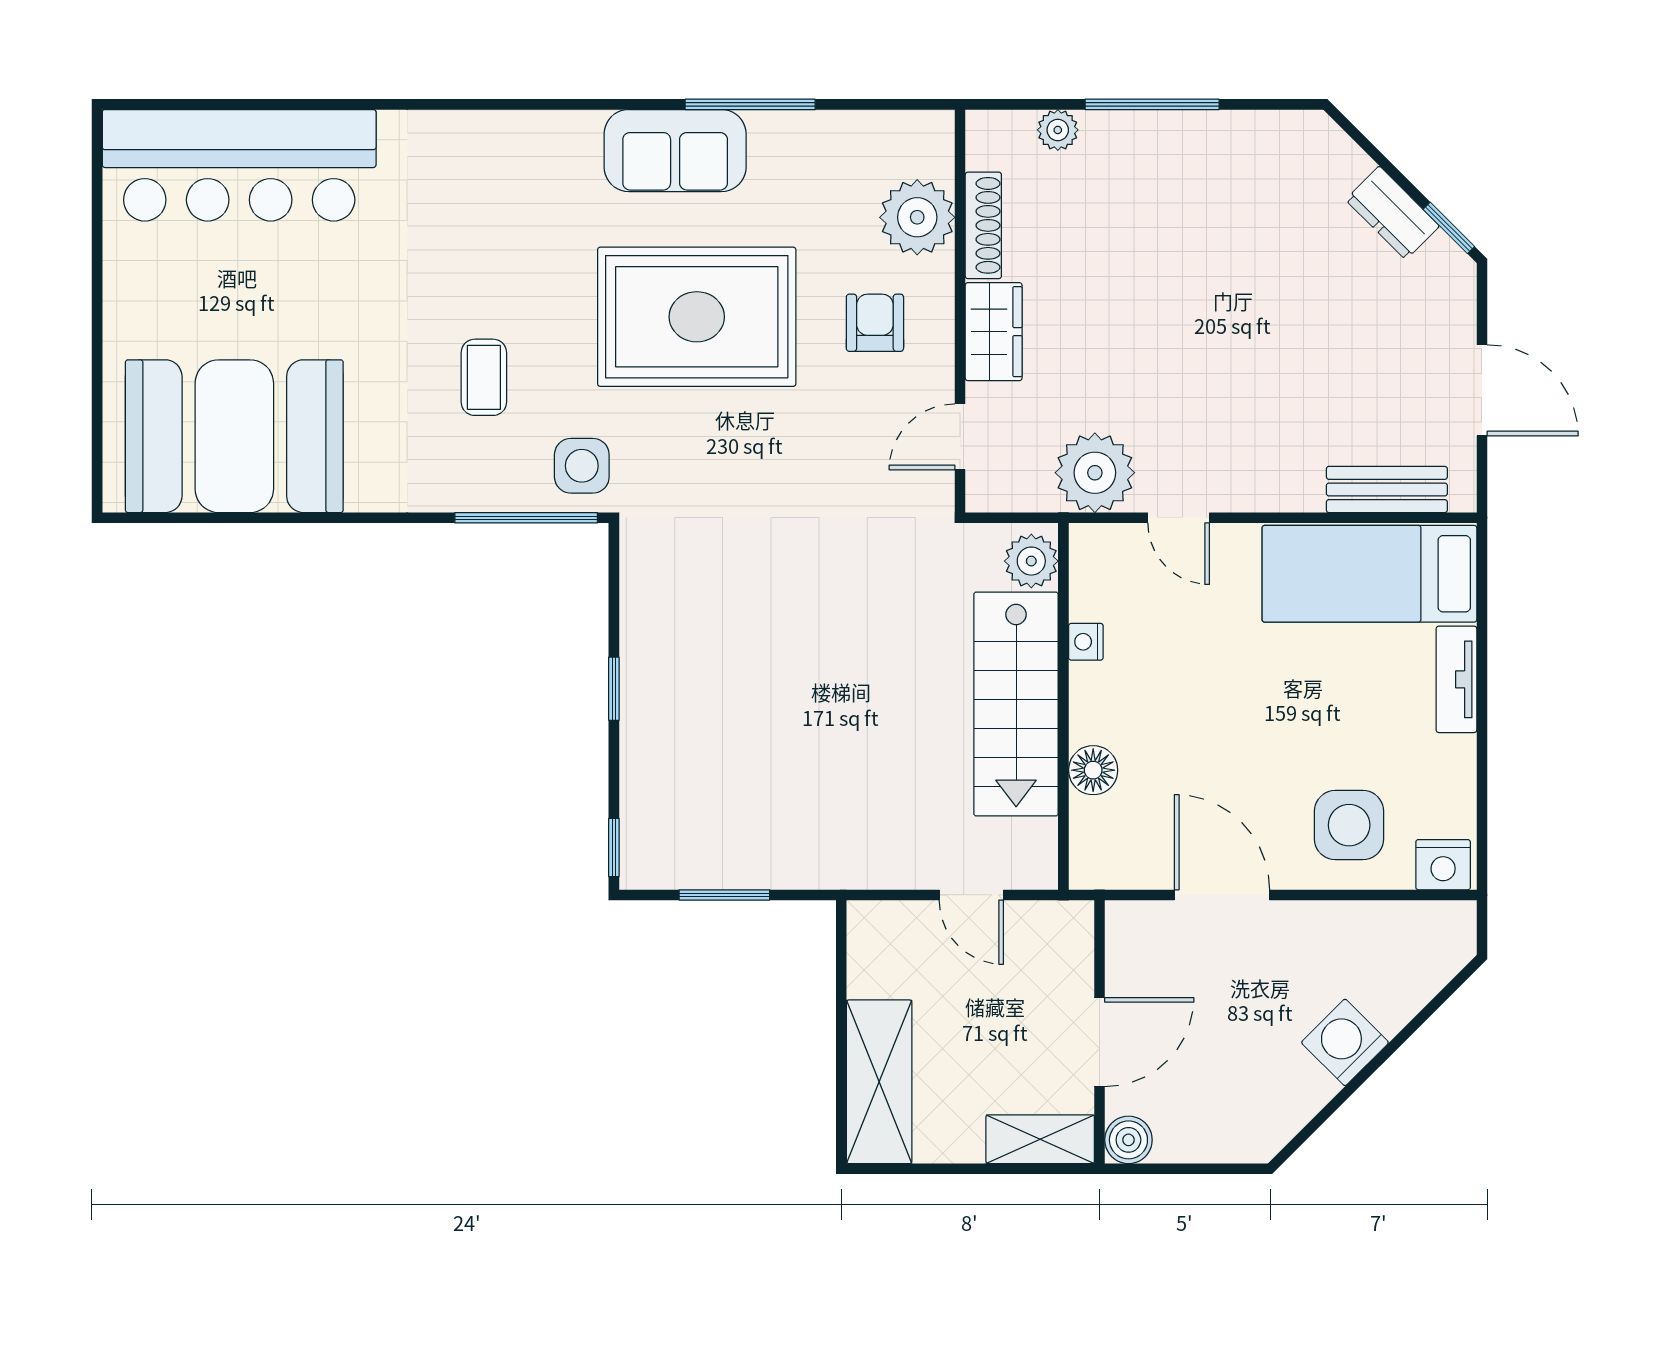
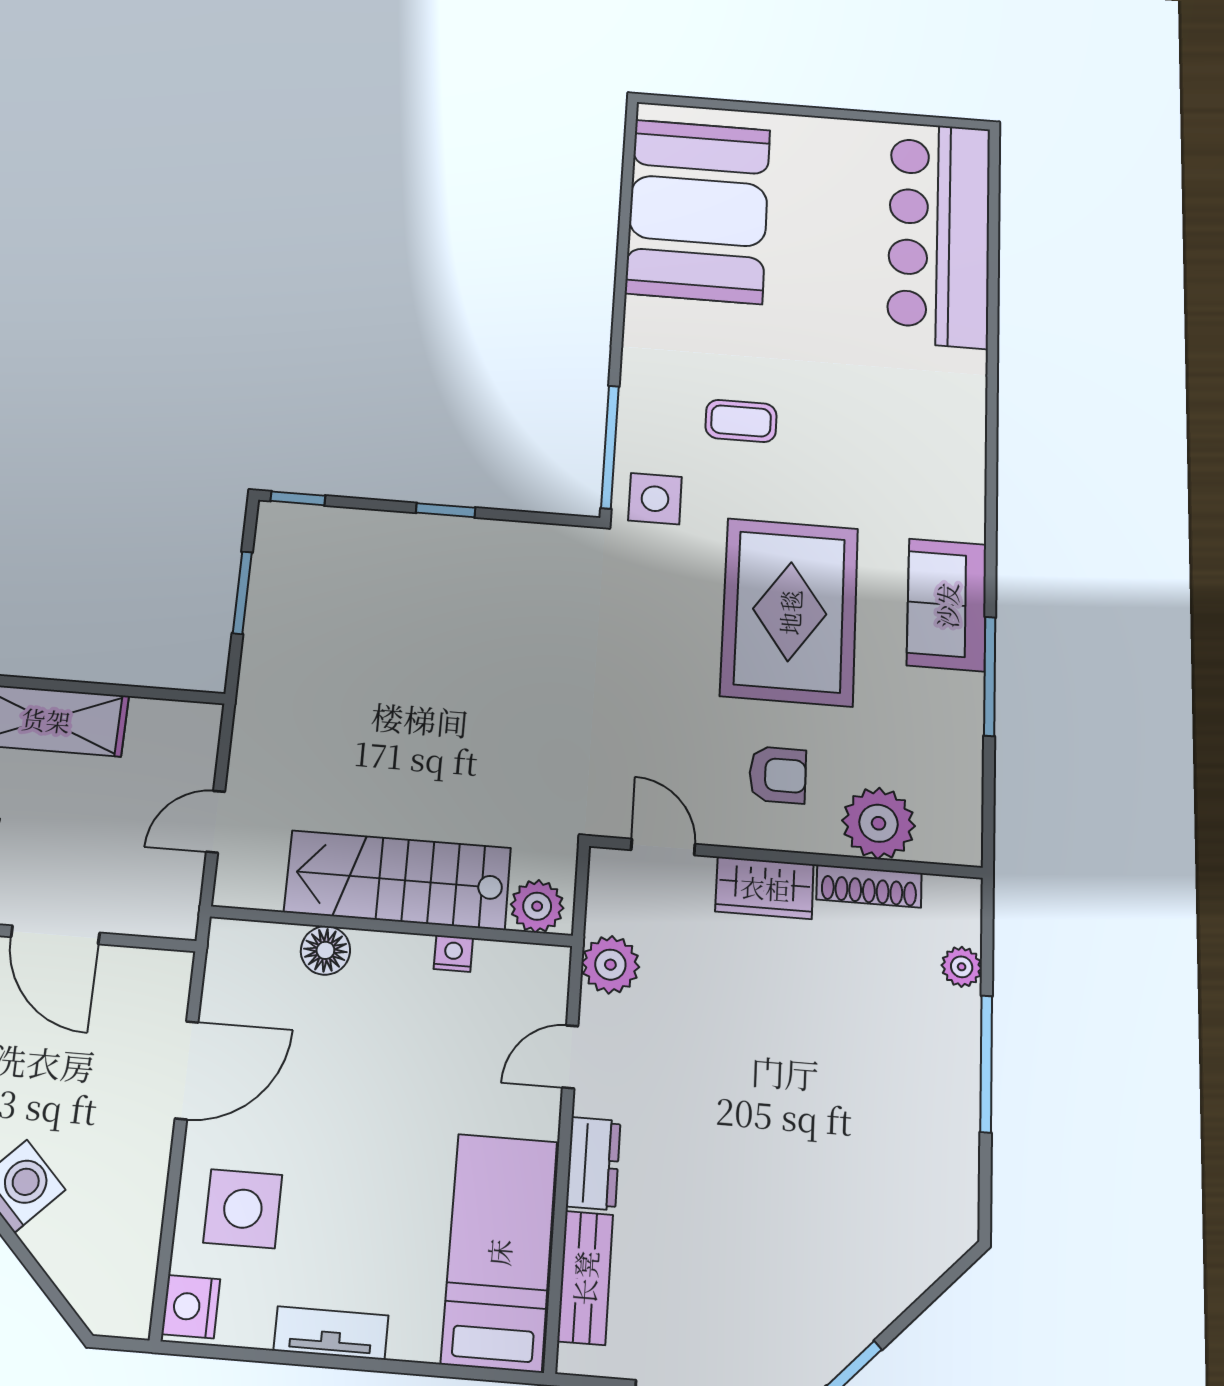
dresser: (1392, 213) -> (593, 1163), moved, turned 135
plant: (1095, 473) -> (610, 965), width x0.73, depth x0.73
tv unit: (1456, 679) -> (331, 1333), moved

